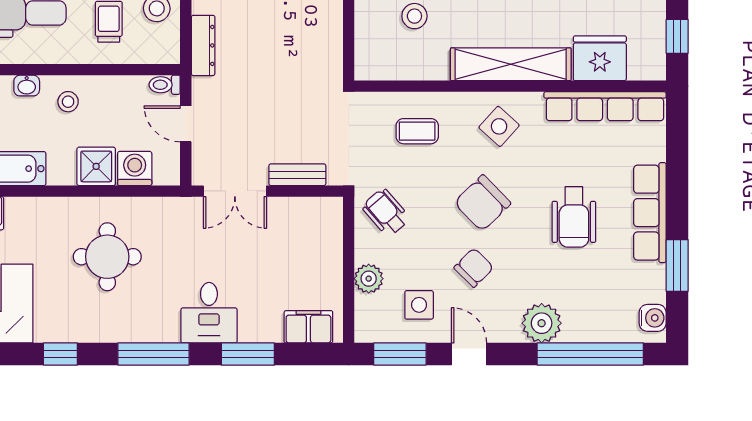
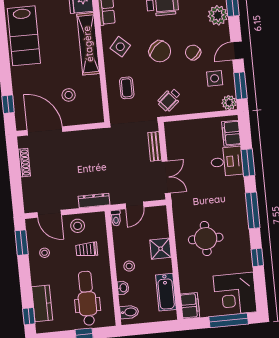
washing machine: (135, 169) -> (160, 229), removed
plant: (369, 279) -> (229, 103), moved
desk: (209, 313) -> (227, 162), moved

